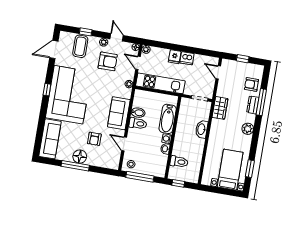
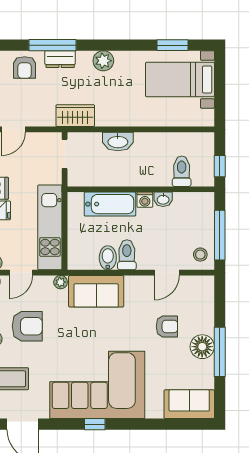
armchair: (108, 61) -> (27, 326), turned 90
sofa: (119, 113) -> (96, 291), moved
sofa: (50, 139) -> (189, 404), width x0.73

